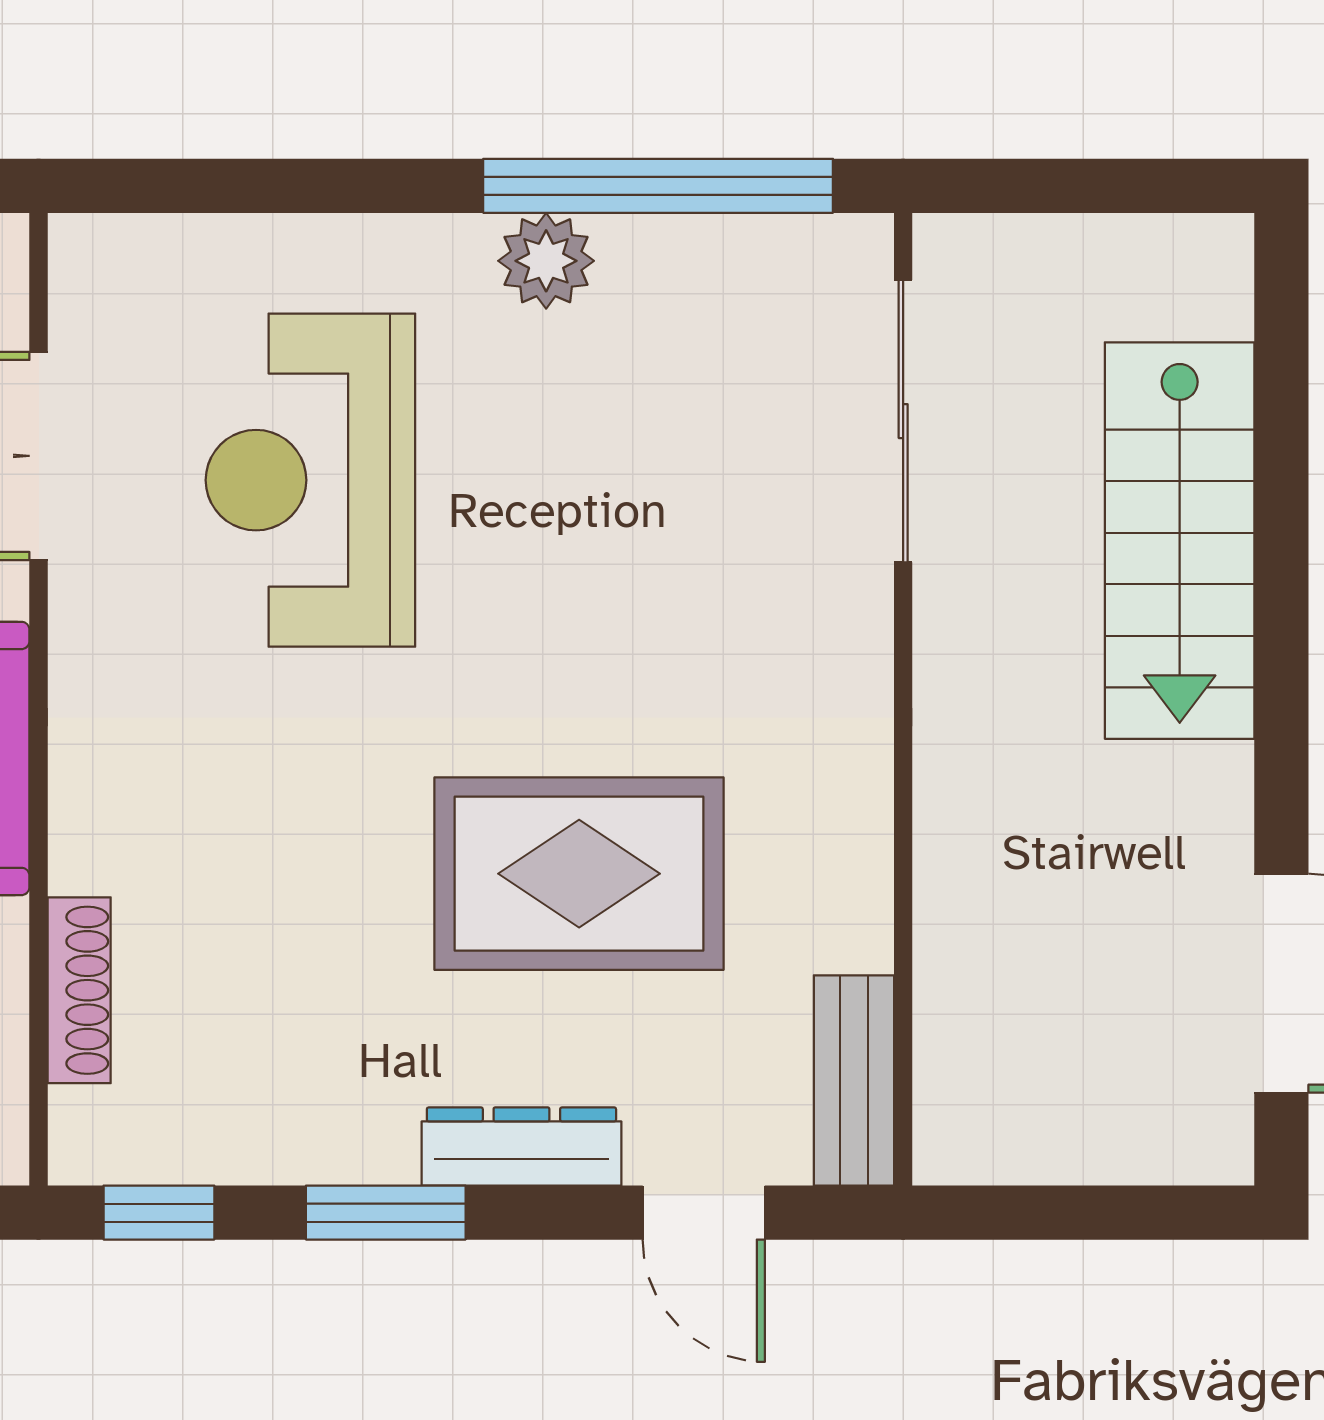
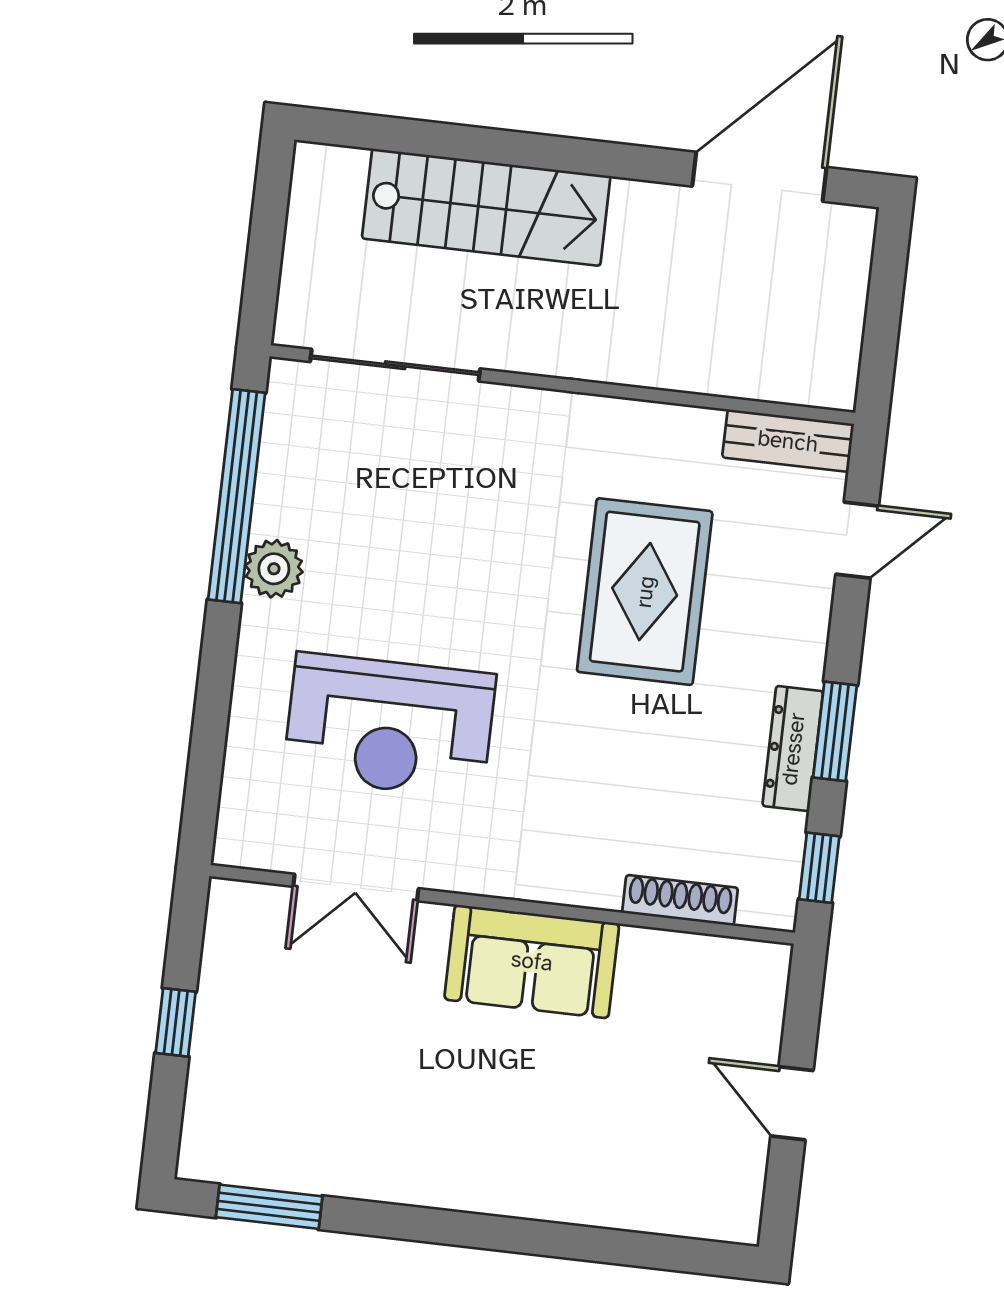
dresser: (521, 1146) -> (793, 749), moved

